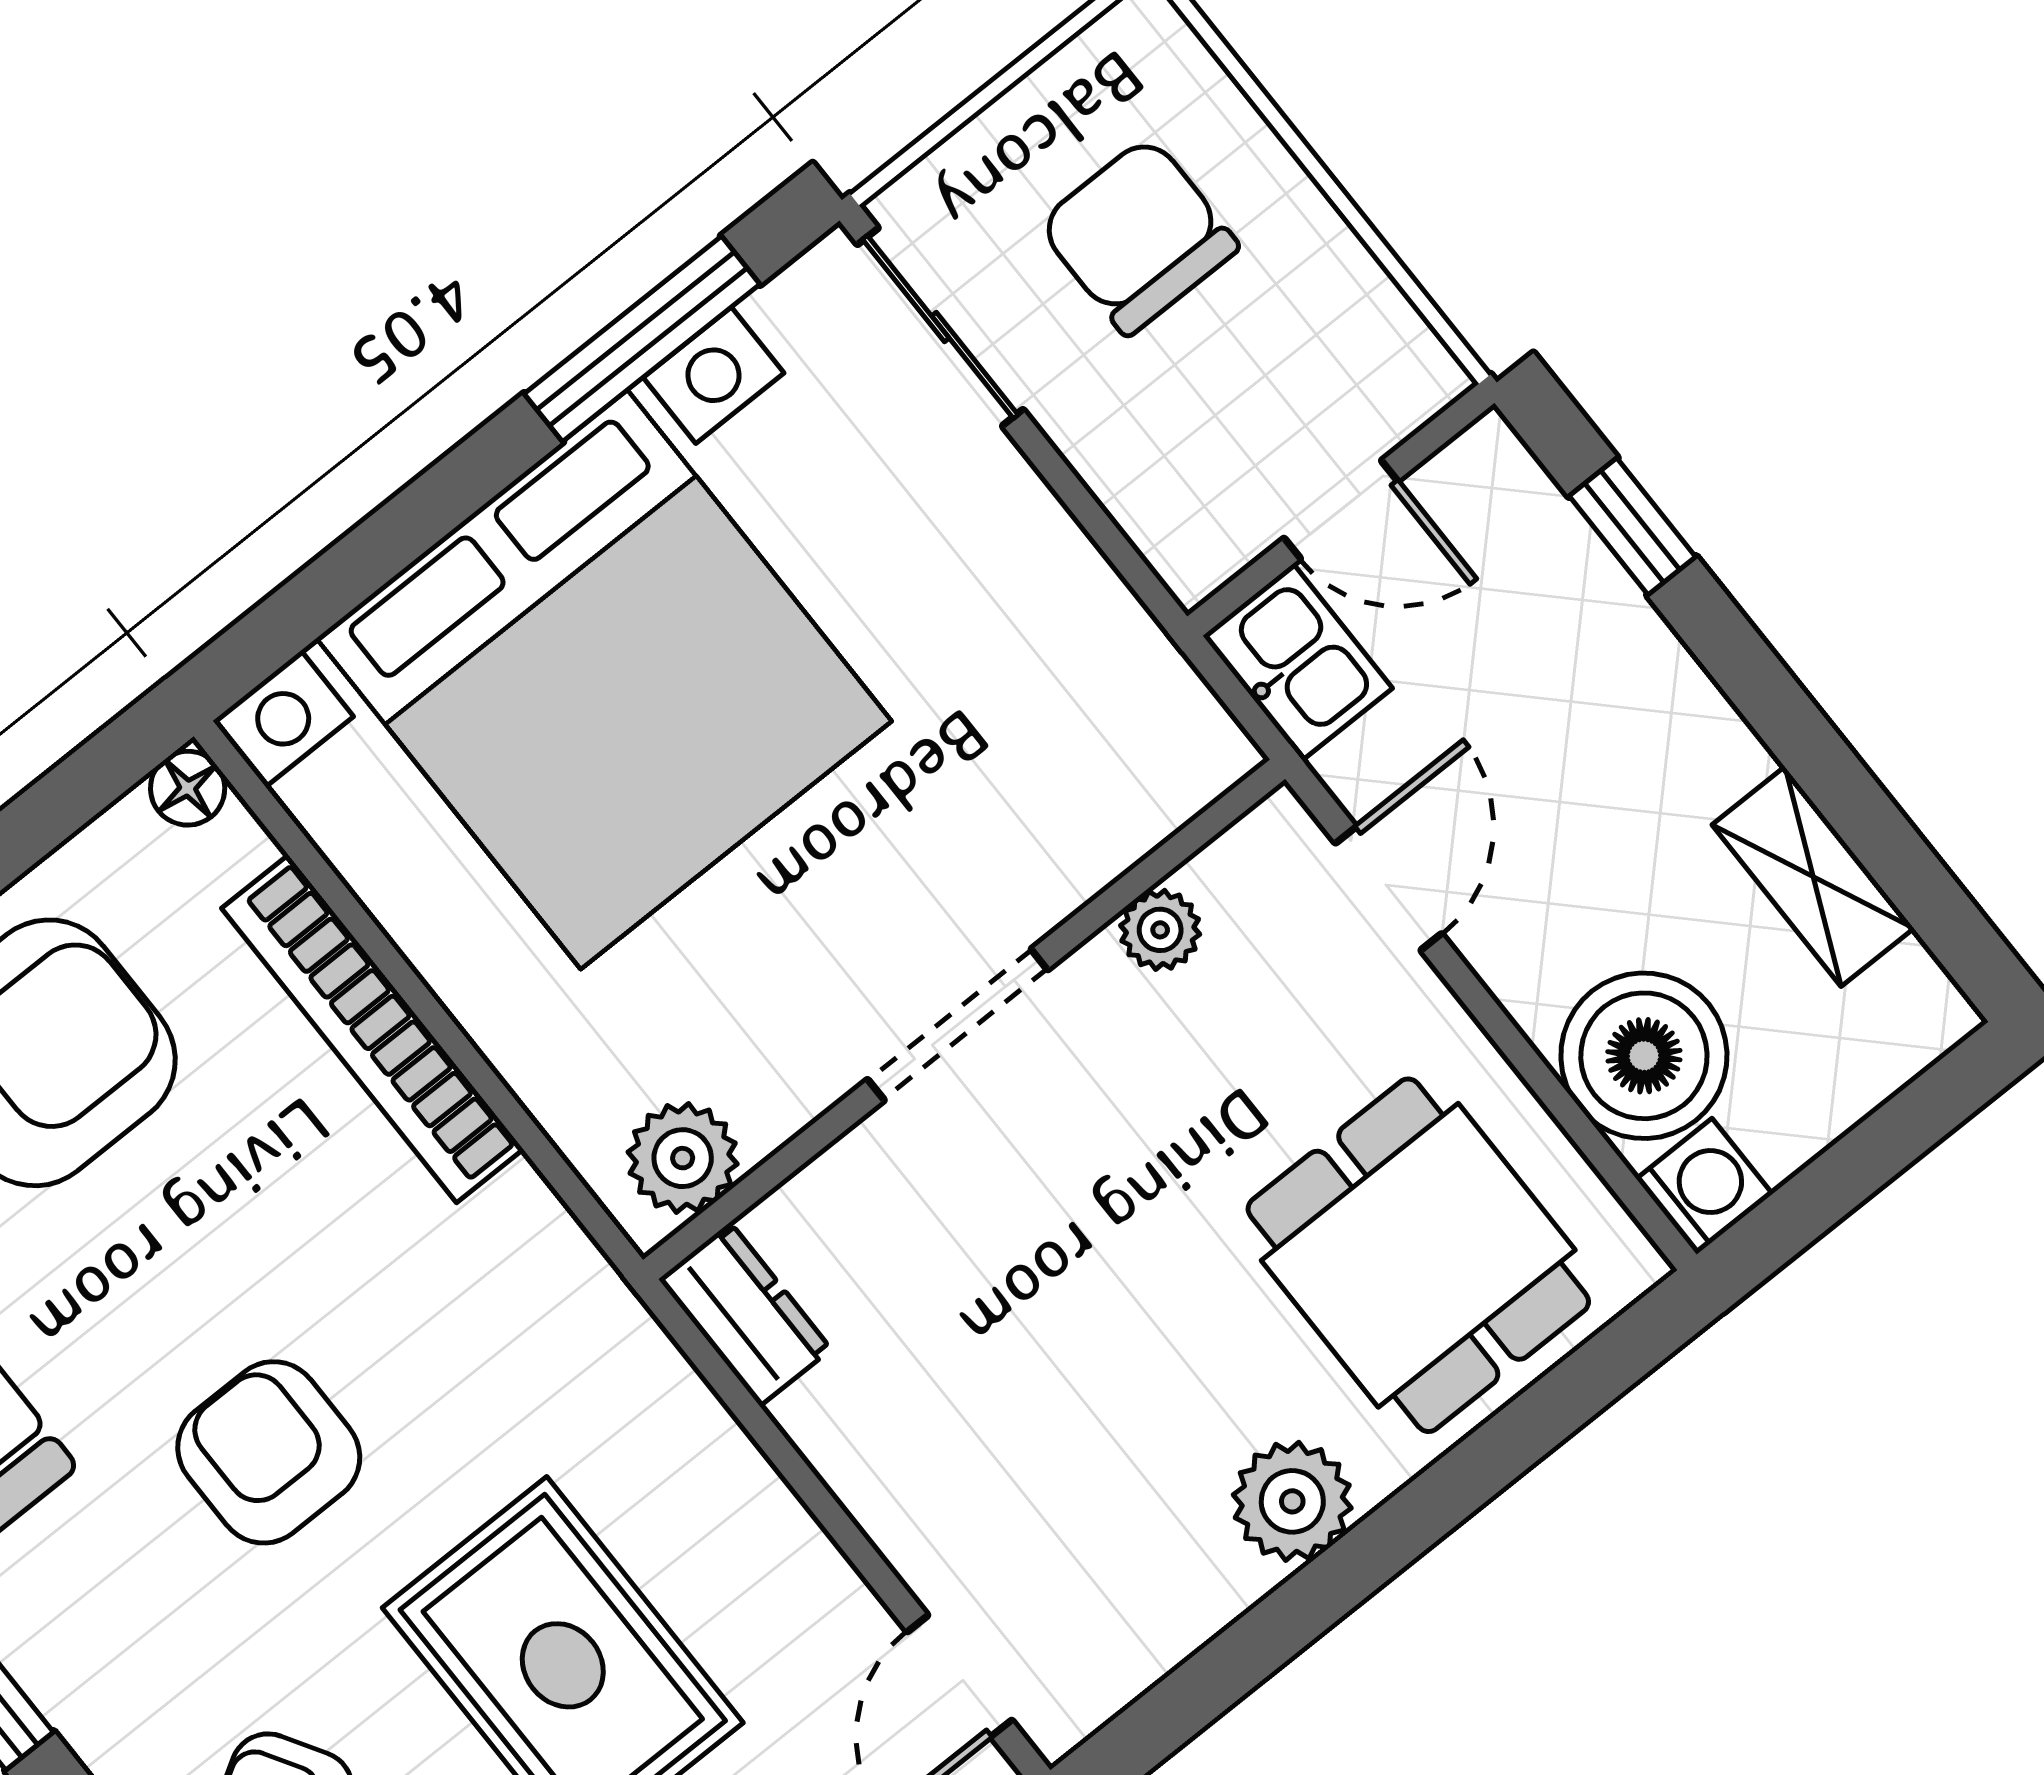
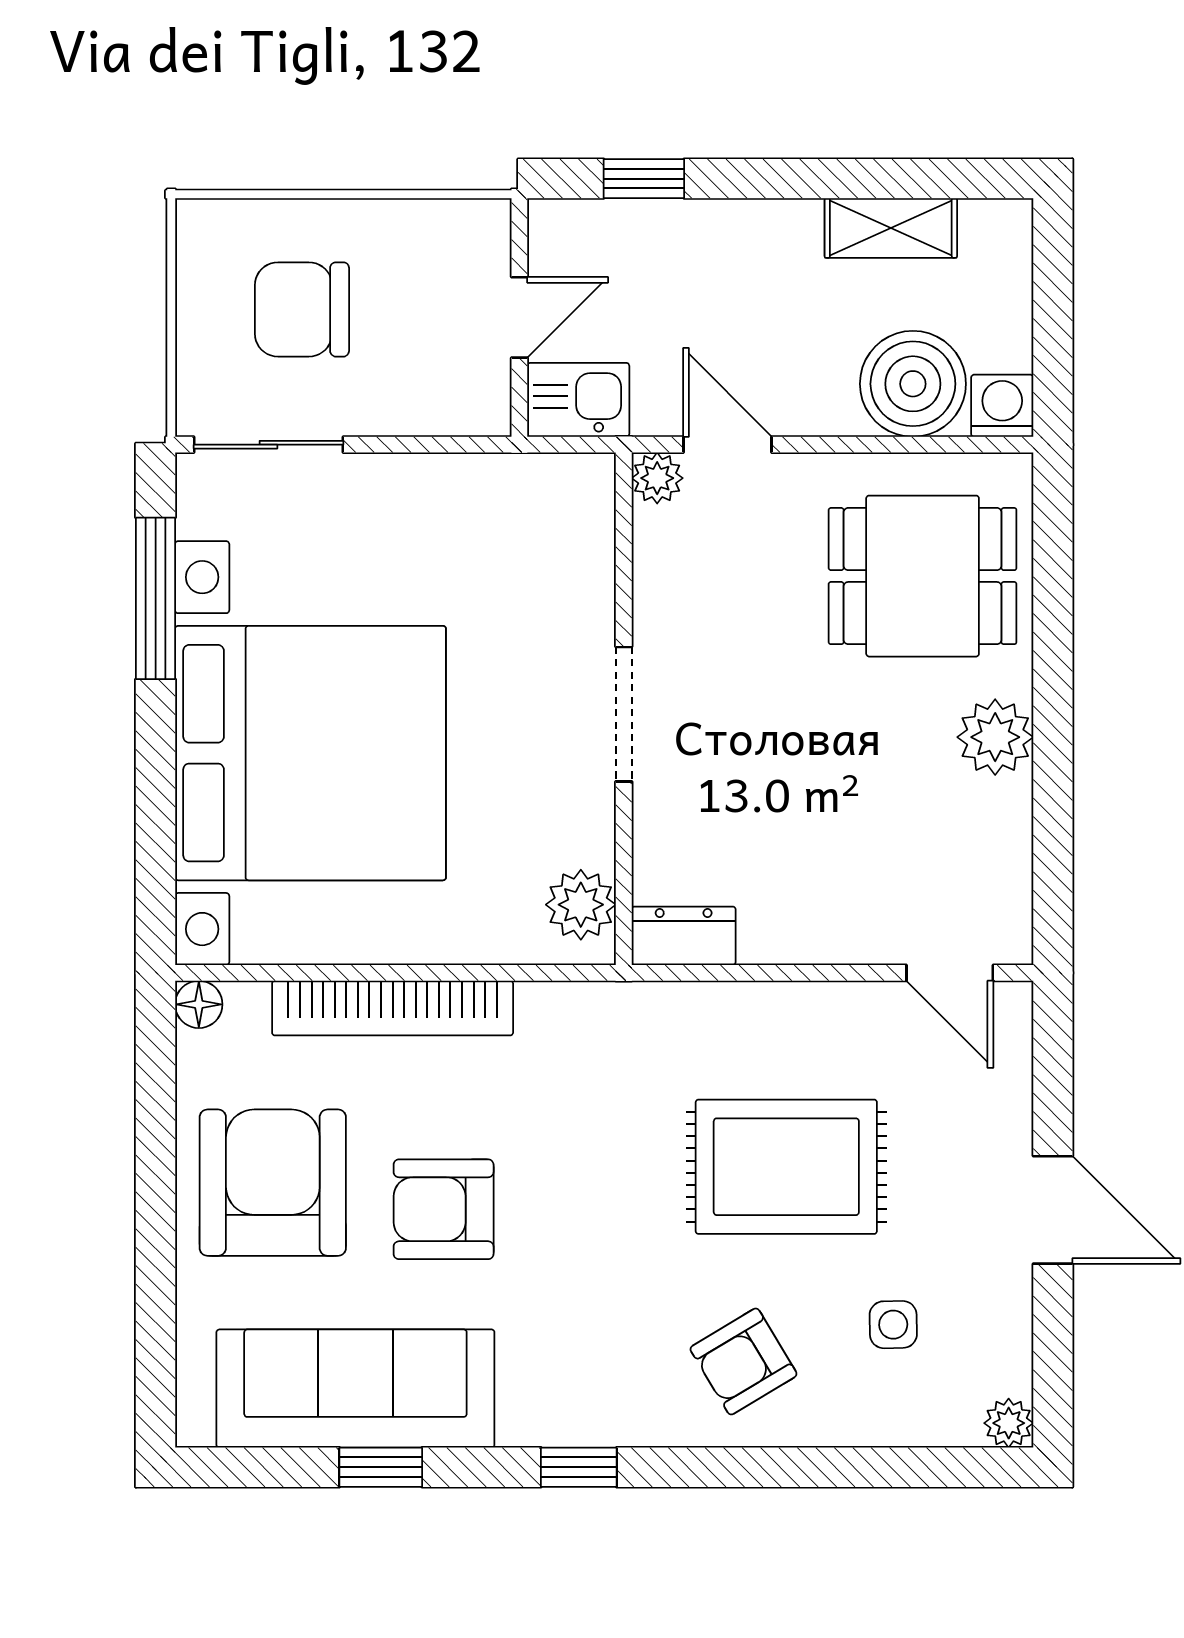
plant: (1160, 930) -> (657, 478), moved
armchair: (269, 1452) -> (444, 1209), moved

